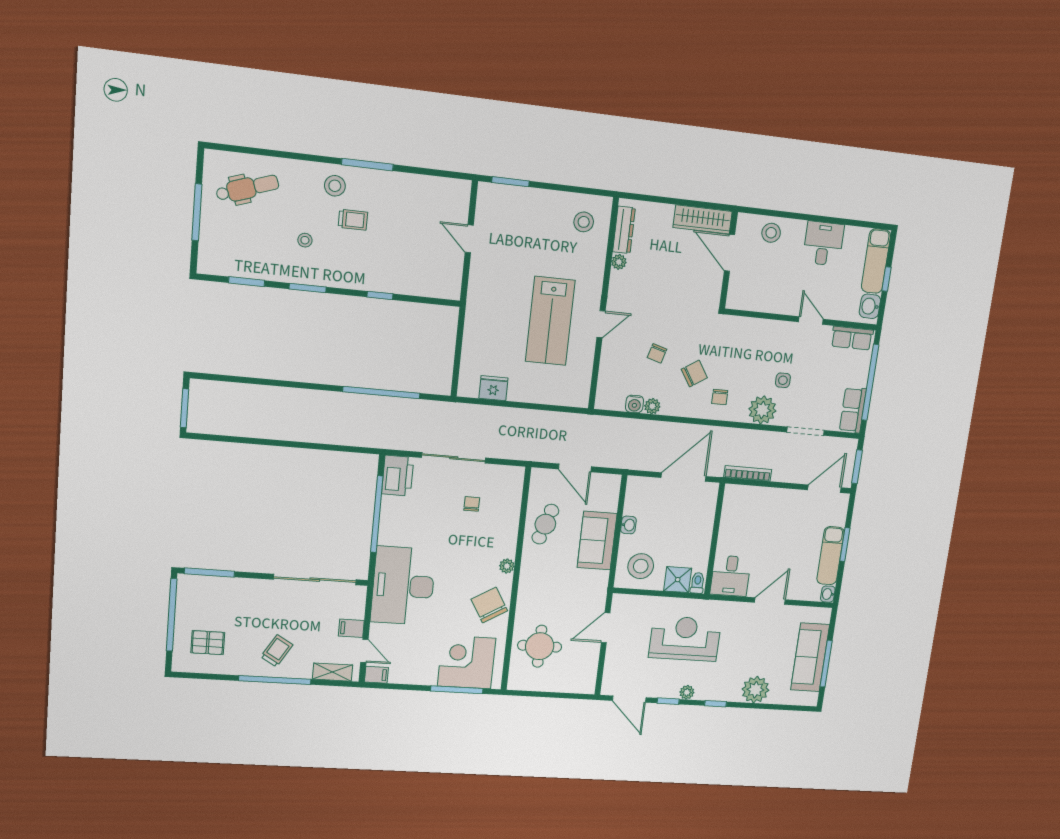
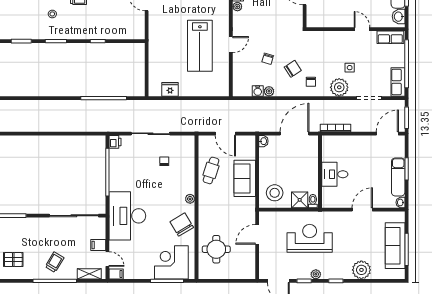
printer: (398, 476) -> (115, 142), width x0.53, depth x0.68
washbasin: (628, 525) -> (263, 141), moved
desk: (731, 576) -> (335, 174), moved, turned 90

